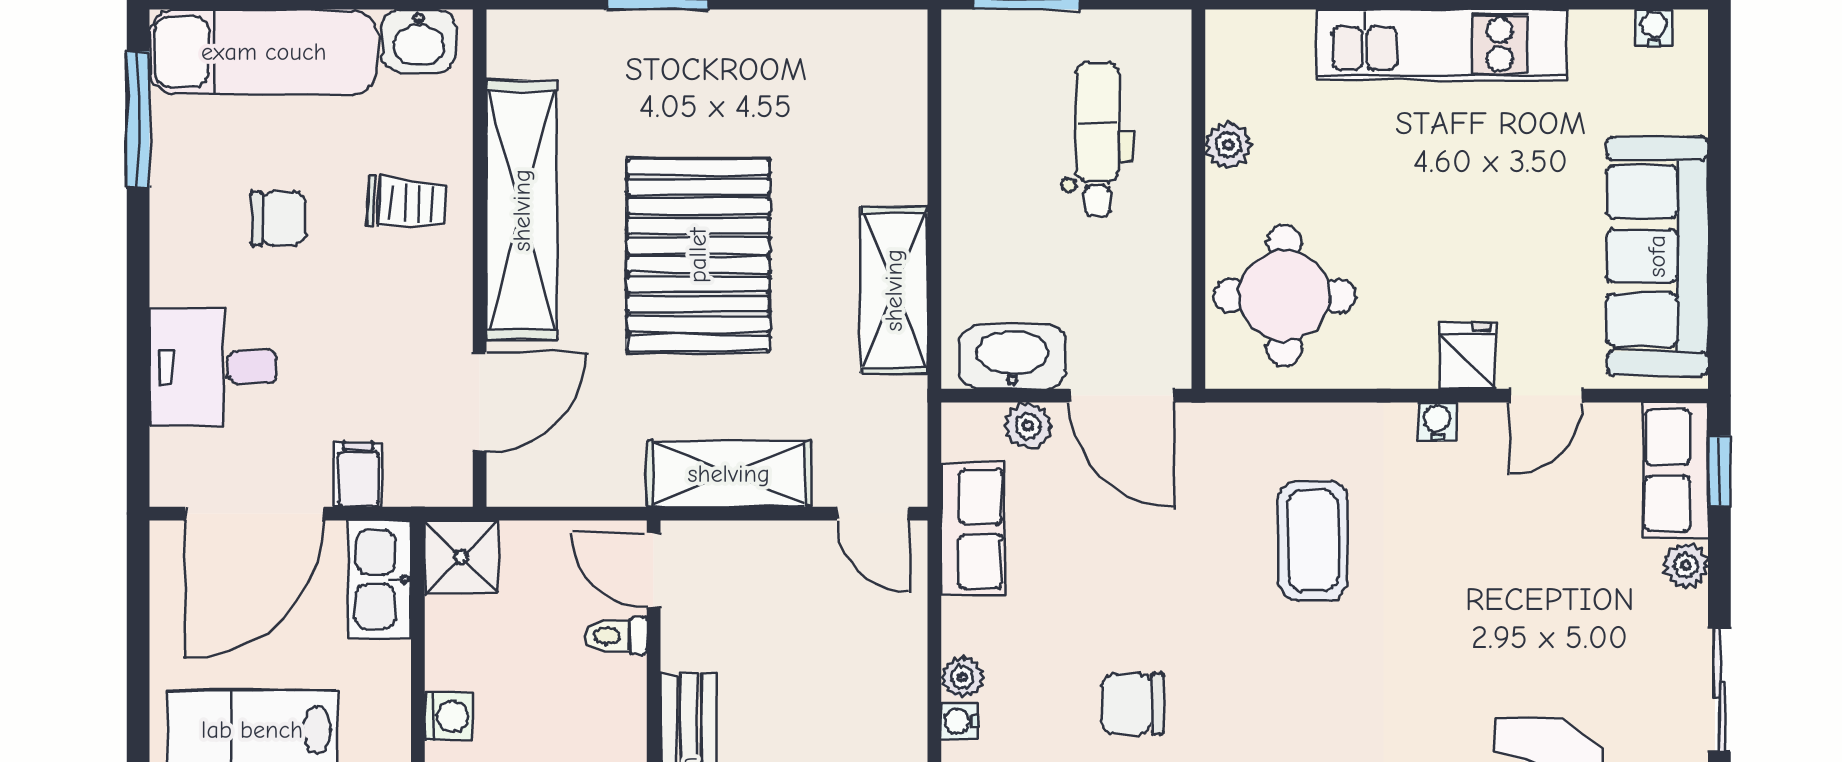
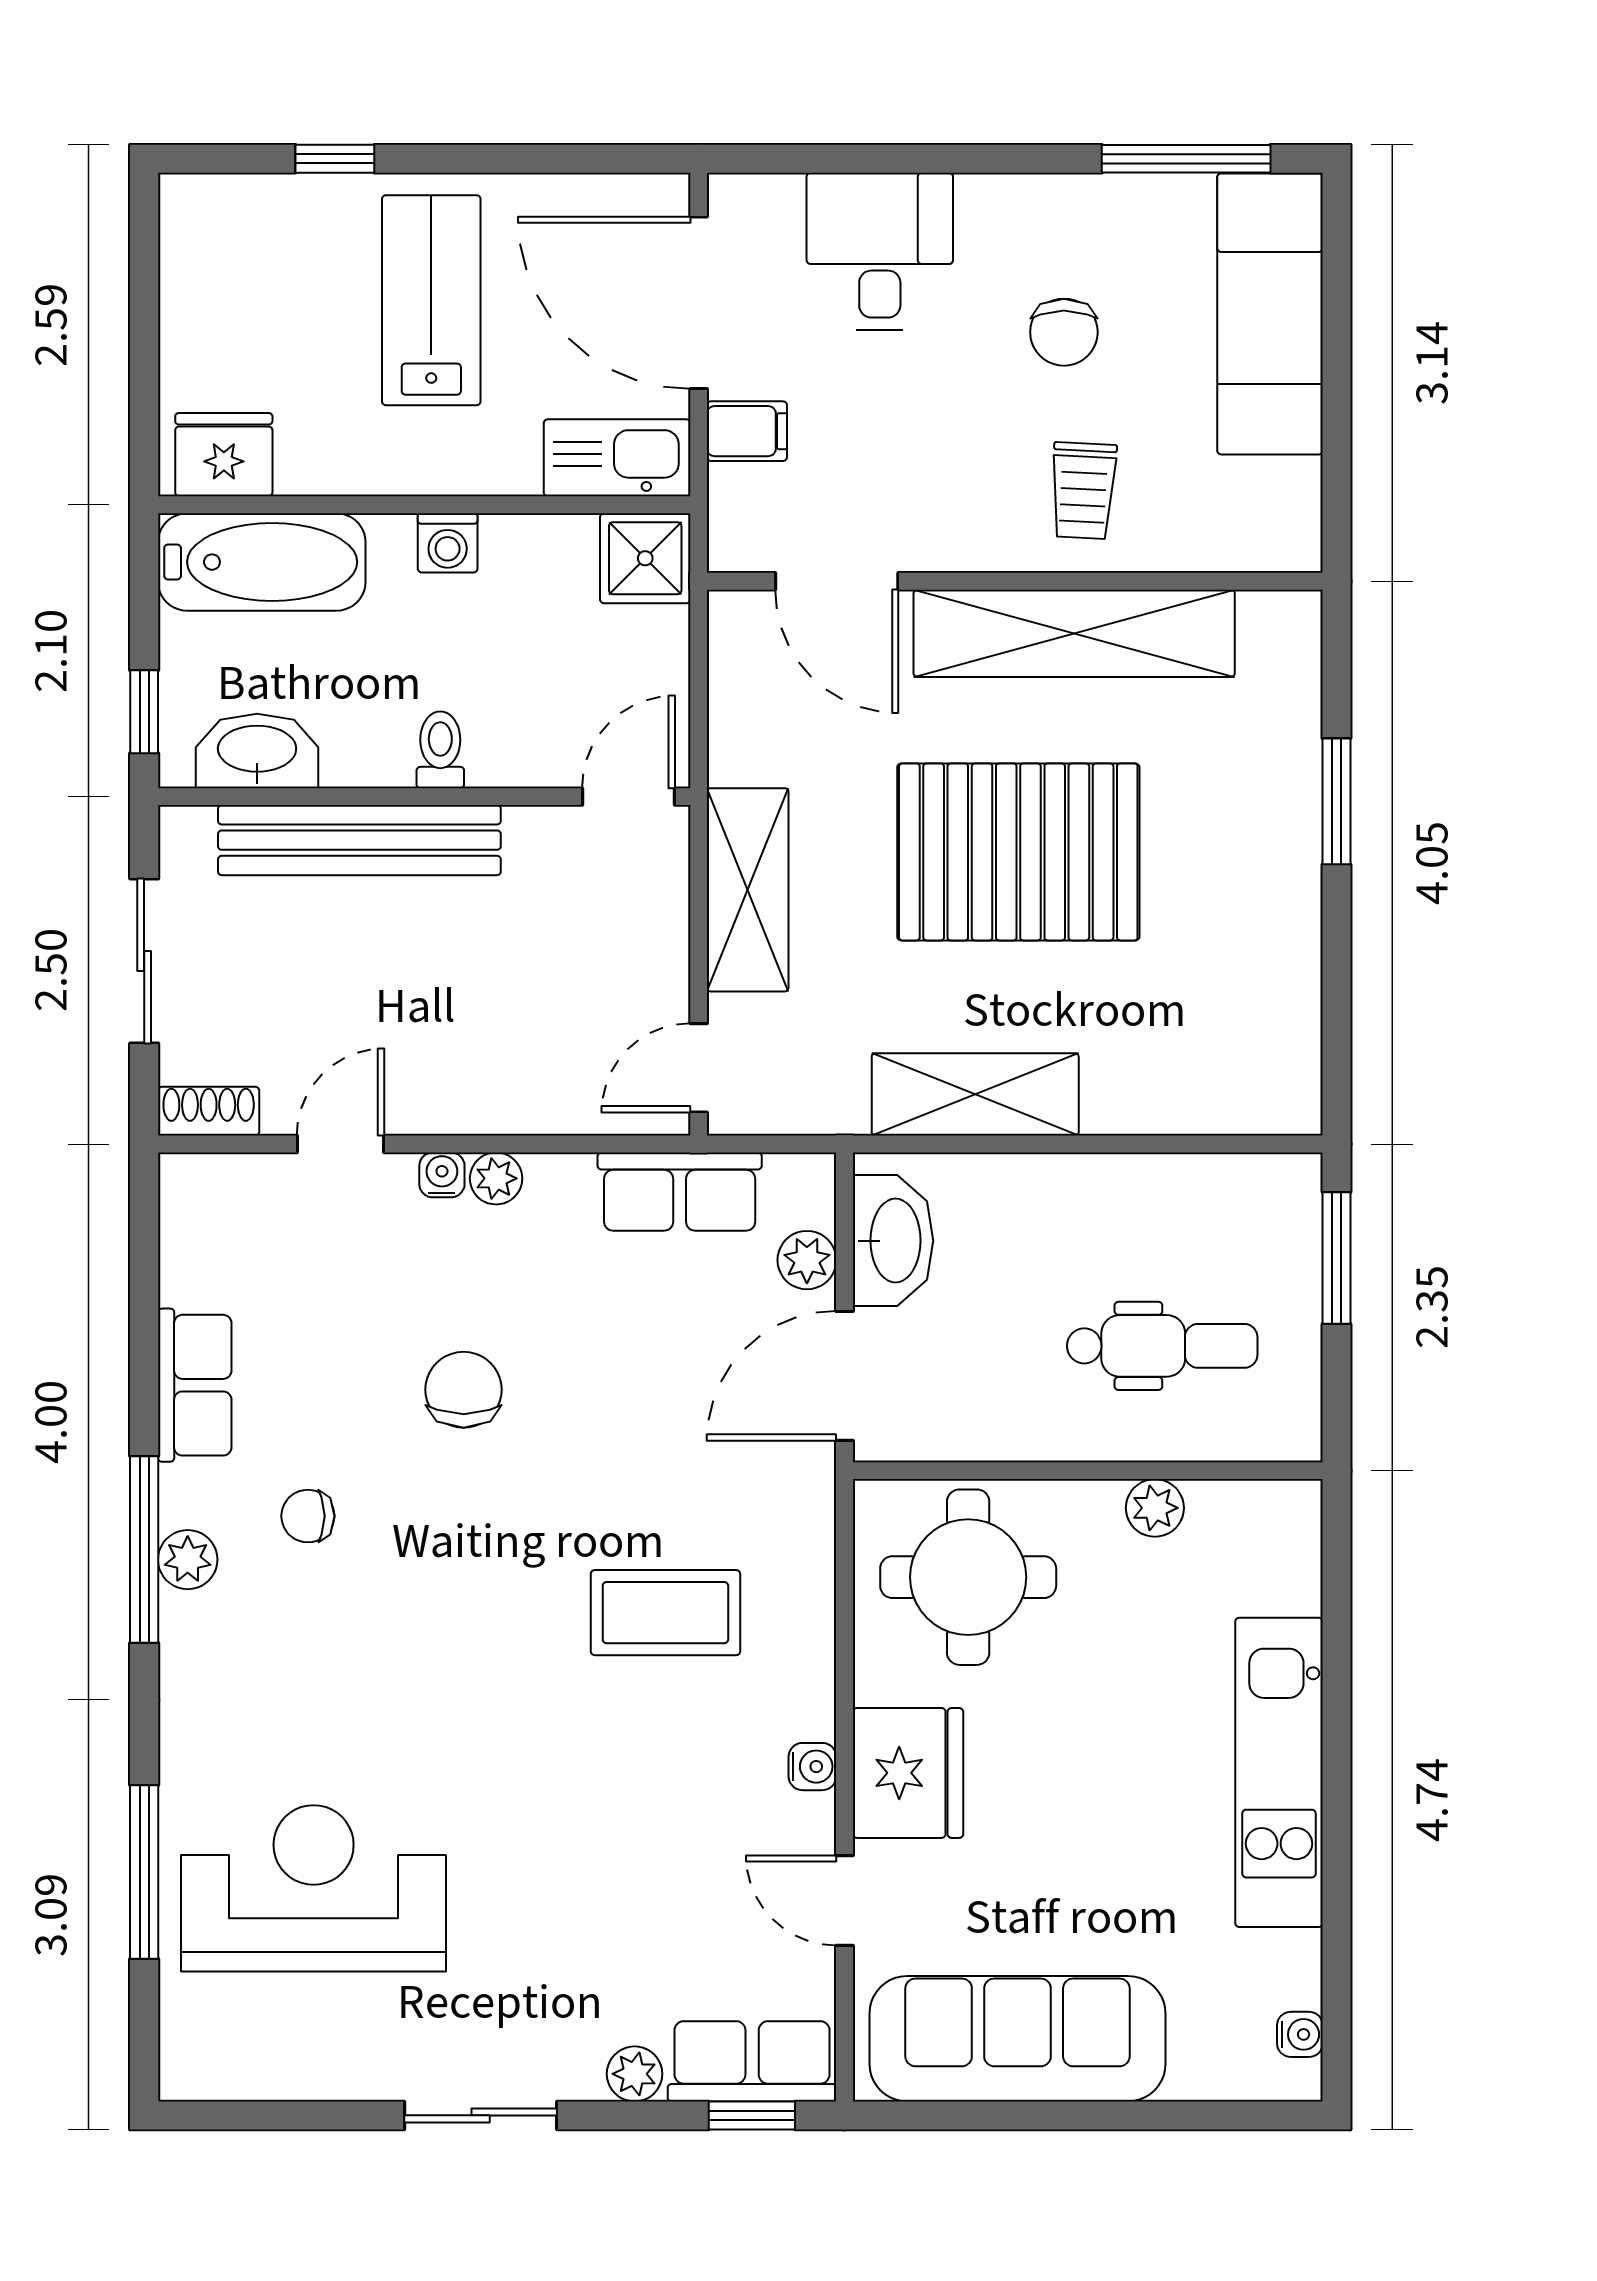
washbasin: (419, 41) -> (1284, 506), removed
fridge: (1467, 356) -> (908, 1773), width x1.88, depth x1.34
toilet: (616, 636) -> (440, 750), moved

